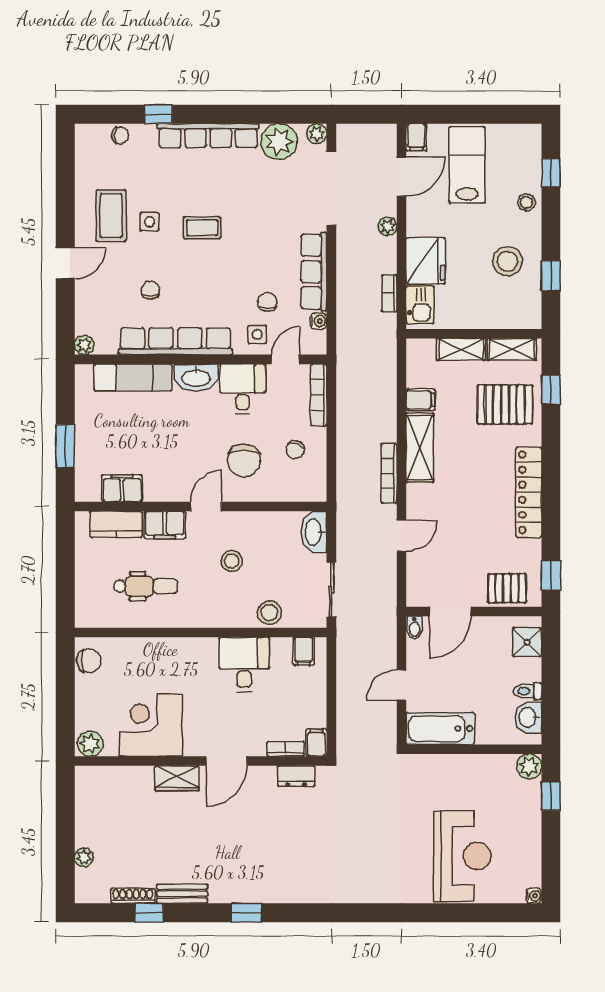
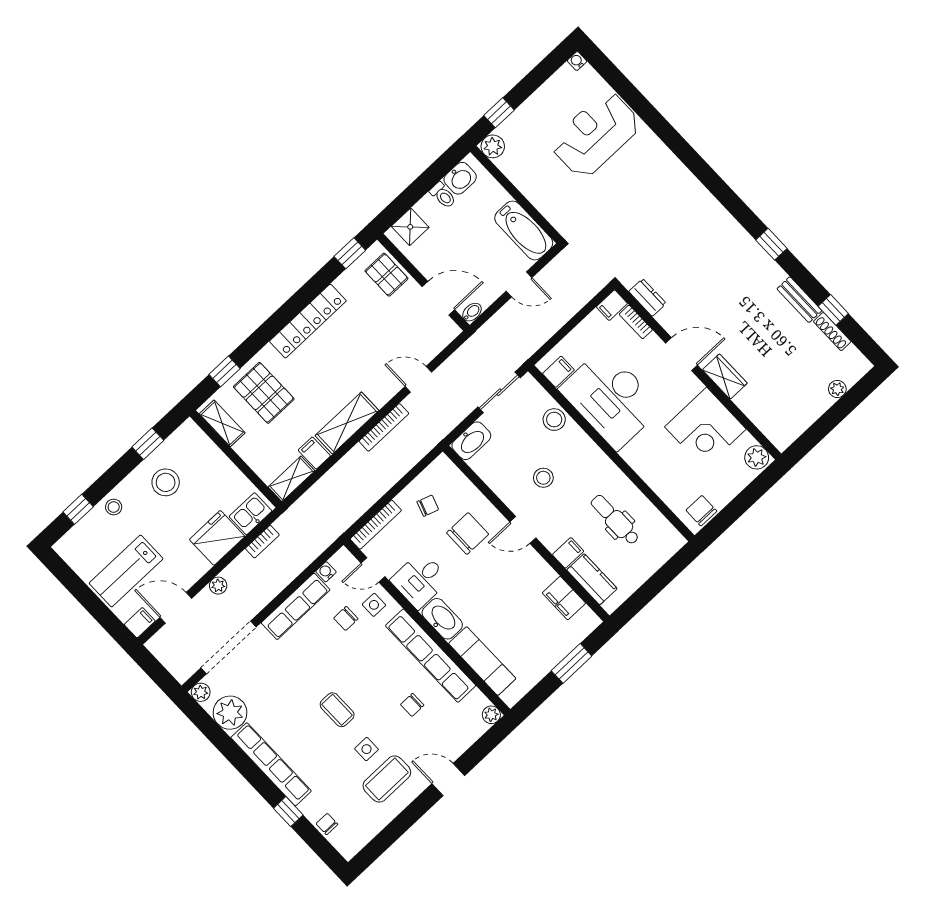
shelving: (461, 349) -> (291, 479), moved, turned 90
filing cabinet: (165, 525) -> (568, 553), width x0.50
desk: (244, 664) -> (611, 398), width x1.87, depth x1.30

